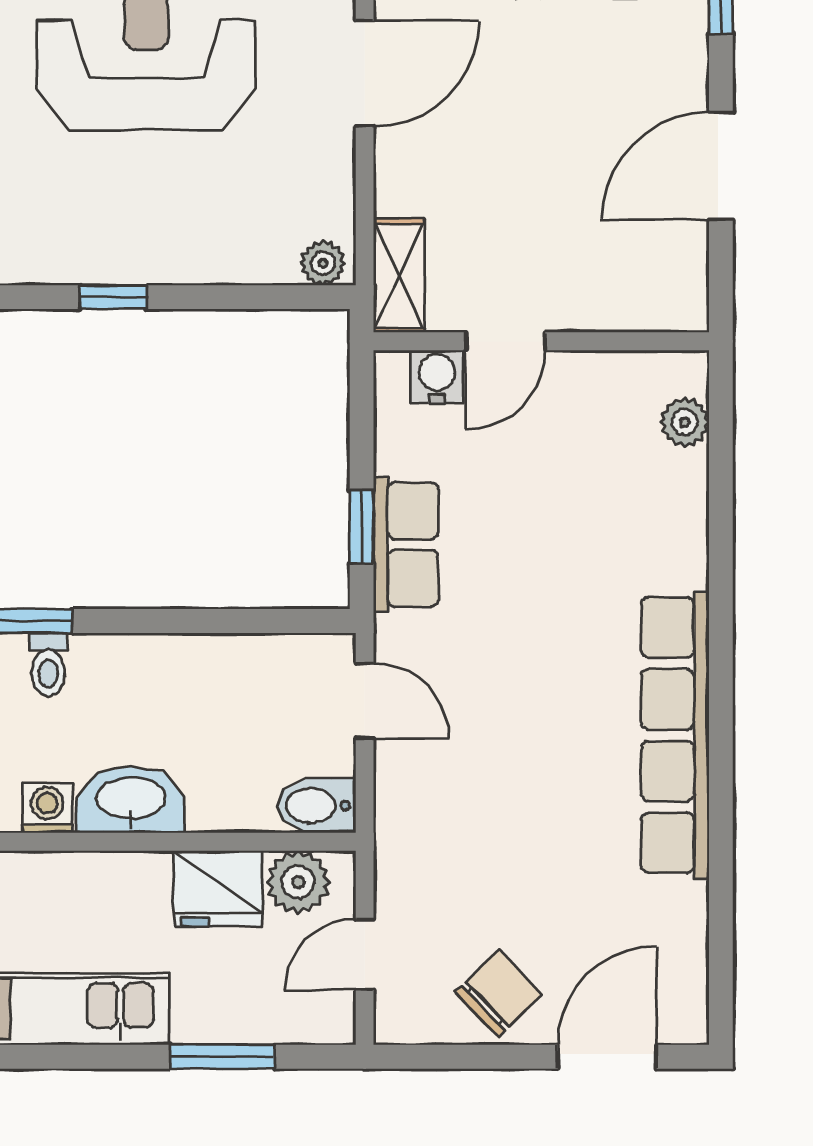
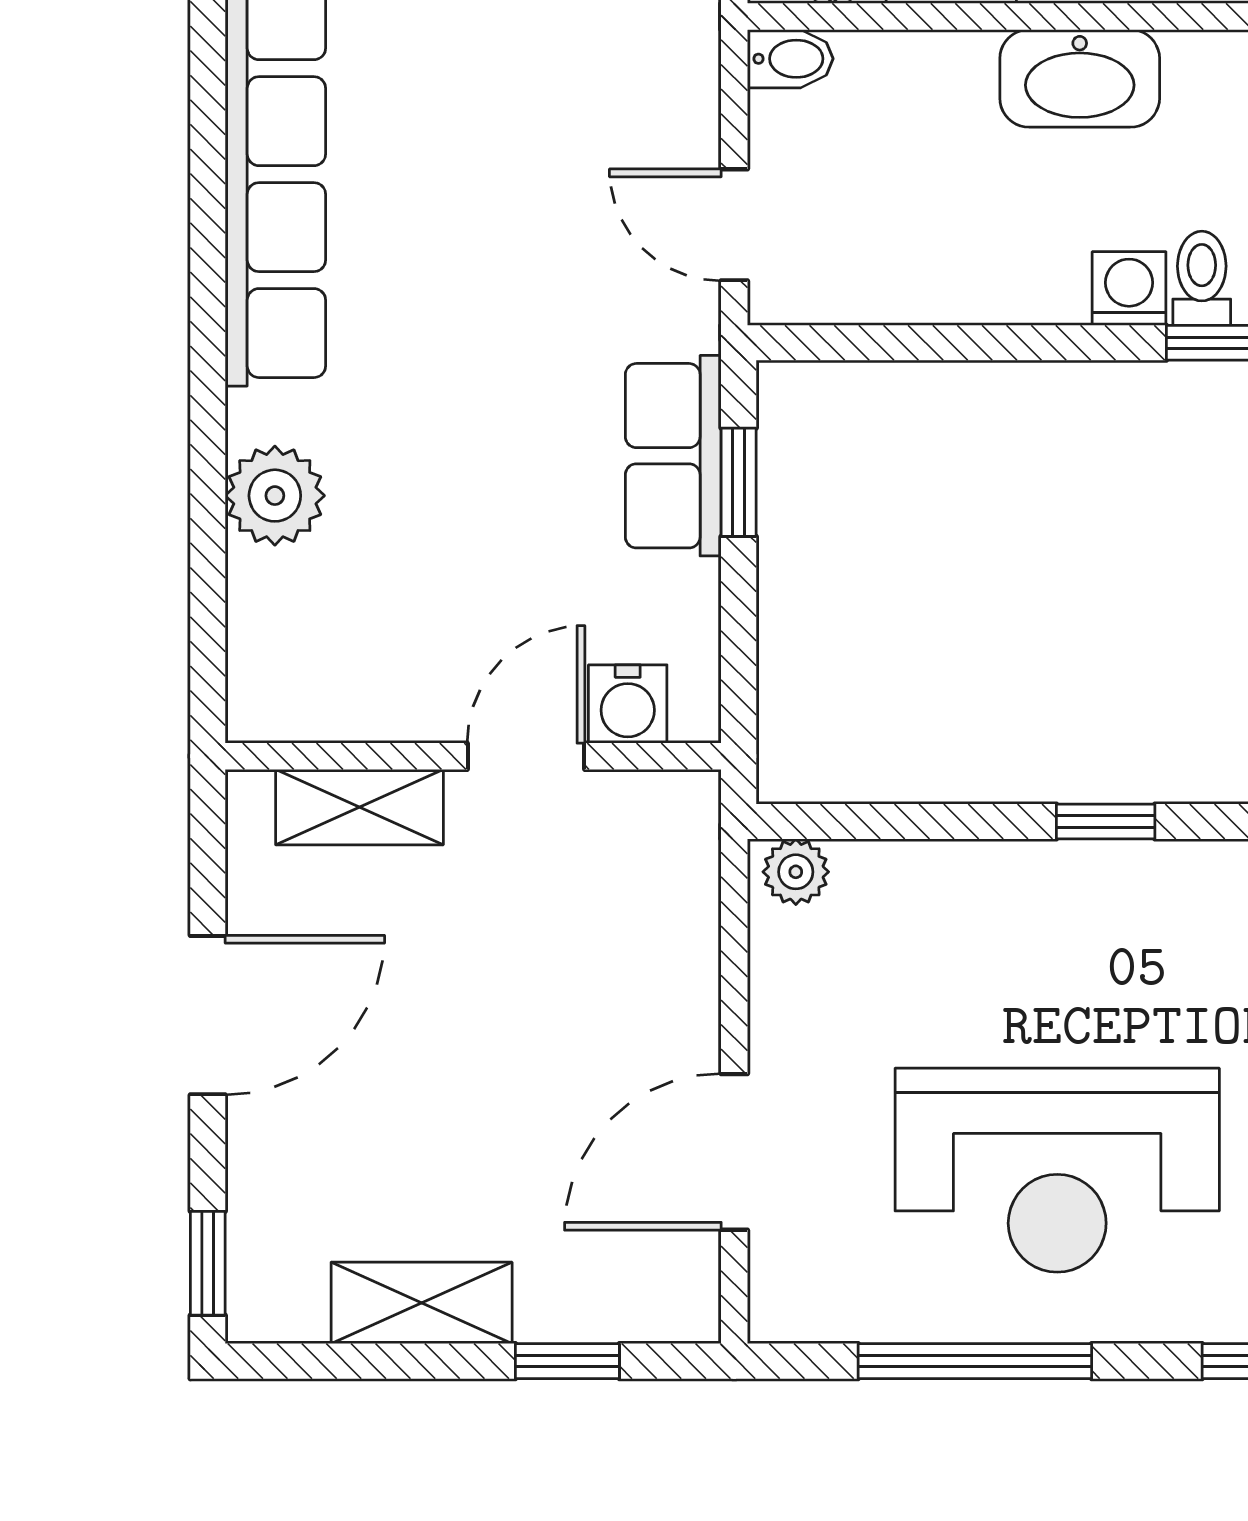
shelving: (399, 276) -> (359, 807), moved, turned 90
plant: (685, 422) -> (275, 496), moved, width x1.38, depth x1.38
bidet: (316, 806) -> (790, 59), width x0.72, depth x0.74
washing machine: (47, 808) -> (1129, 289), moved, turned 180

